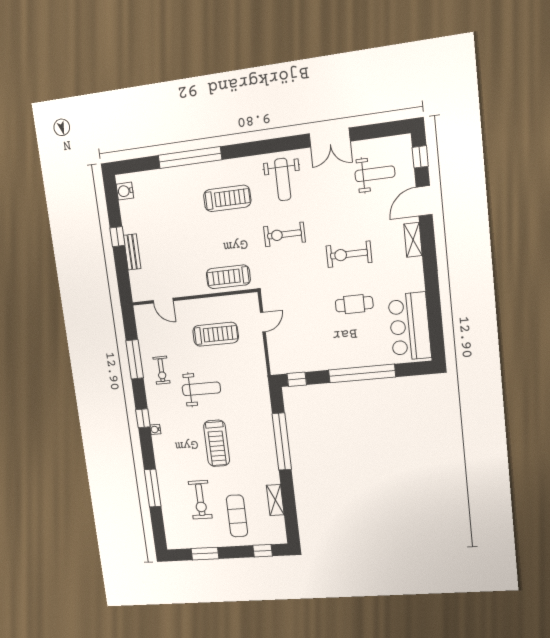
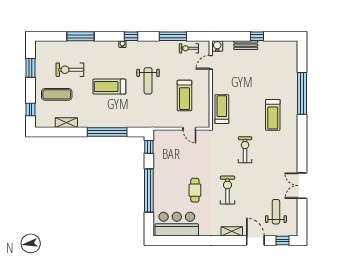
weight bench: (375, 174) -> (276, 212), turned 180
weight bench: (283, 179) -> (280, 153), removed
water cooler: (125, 191) -> (217, 46), moved
exercise bike: (161, 370) -> (189, 48), moved

